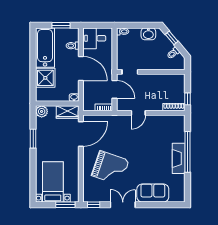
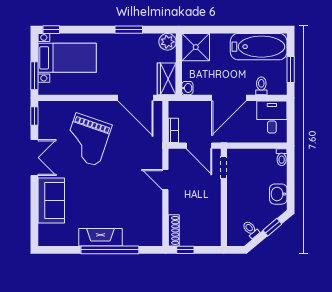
shower: (45, 78) -> (196, 47), moved
door: (114, 89) -> (199, 146), hinge flipped
window: (33, 193) -> (51, 30), added

